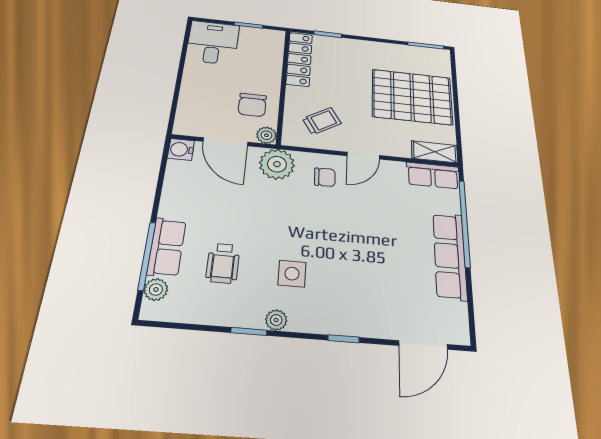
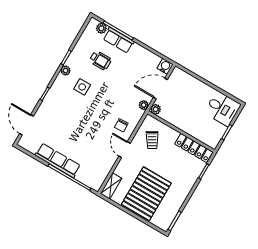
chair: (252, 105) -> (176, 111), removed
plant: (277, 164) -> (144, 105), width x0.53, depth x0.53
row of seats: (433, 176) -> (99, 177), removed
wheelchair: (223, 263) -> (100, 60), turned 180

